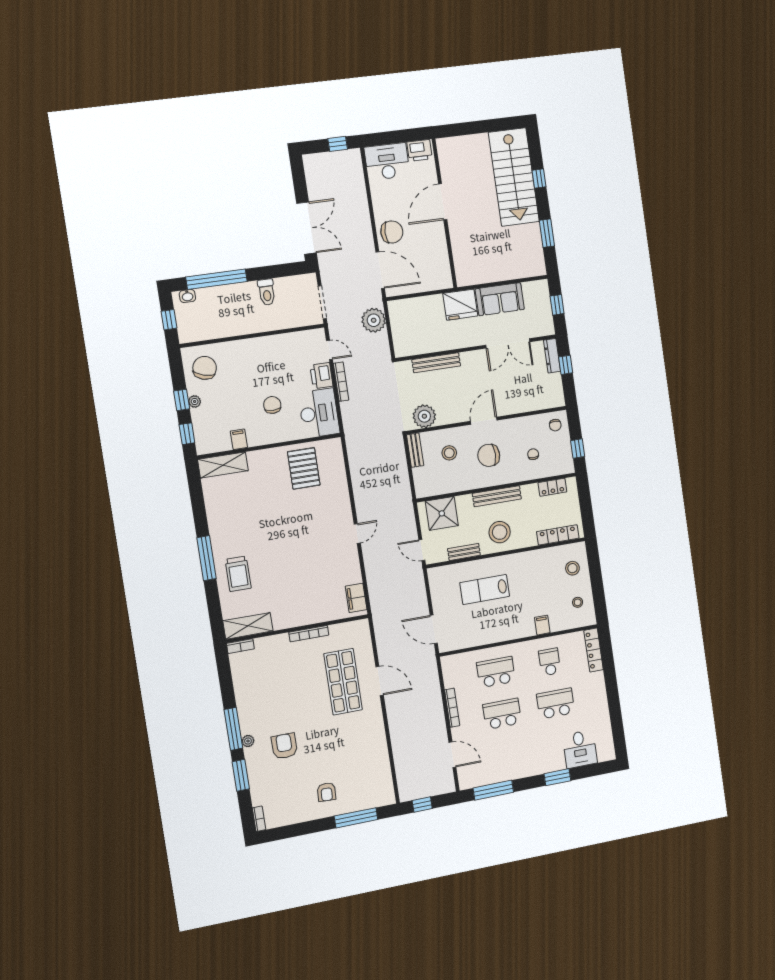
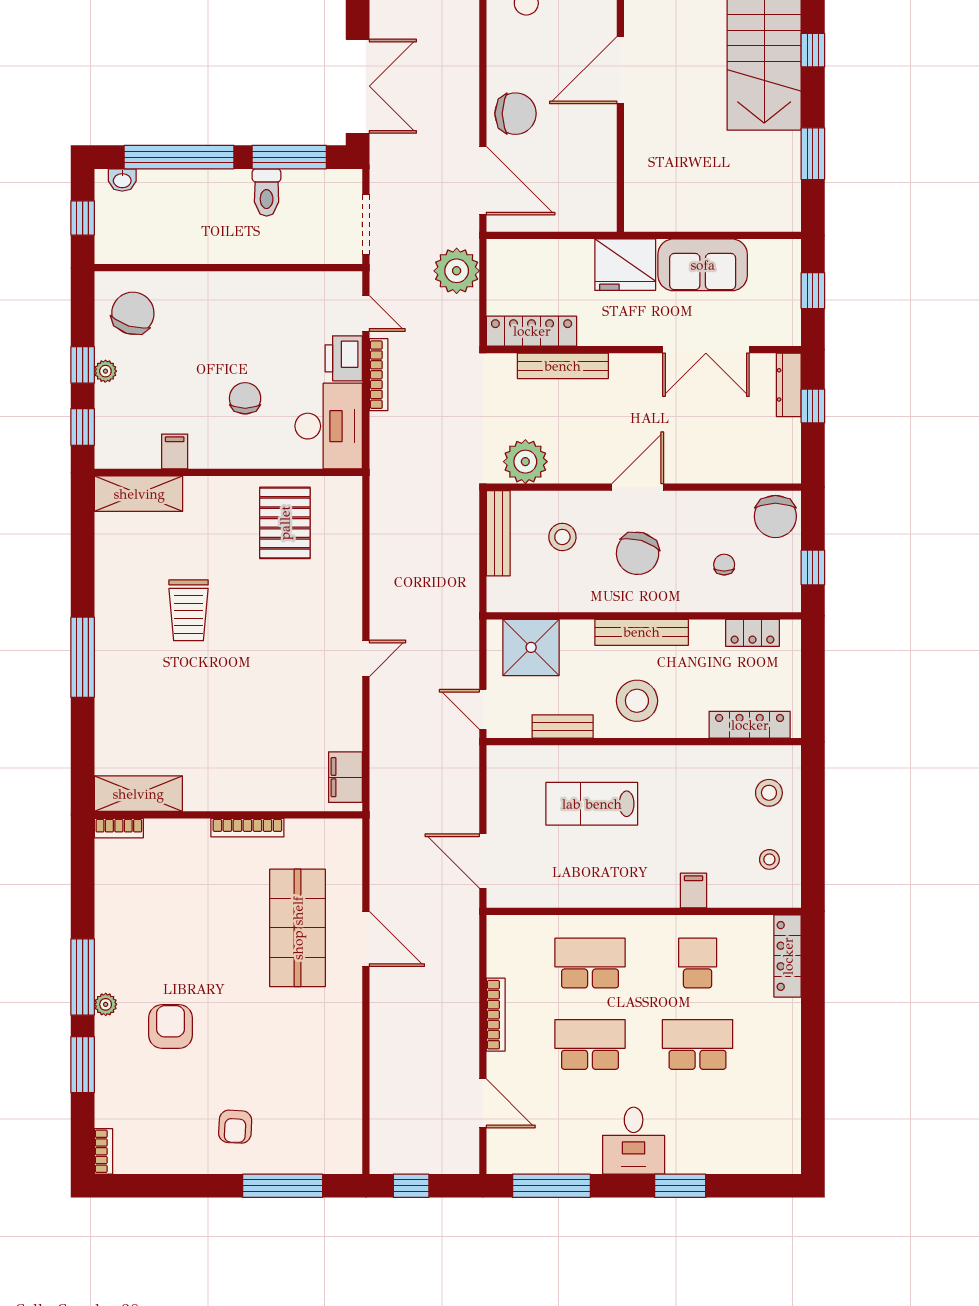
window: (276, 271) -> (289, 157), added
locker: (417, 347) -> (532, 331), added
chair: (555, 425) -> (775, 516), width x1.87, depth x1.87
bench: (415, 450) -> (498, 533), width x1.36
chair: (489, 455) -> (638, 553), turned -74
trolley: (238, 574) -> (189, 610), moved
desk: (580, 749) -> (634, 1141), moved

